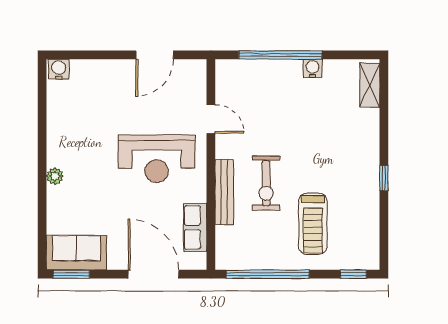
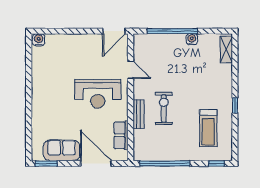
door: (155, 55) -> (114, 31), moved
plant: (55, 176) -> (36, 104), removed
exercise bike: (266, 183) -> (164, 109), turned 180
bench: (224, 192) -> (139, 114), width x0.73
treadmill: (313, 224) -> (208, 128), moved
sofa: (76, 253) -> (62, 150), moved

